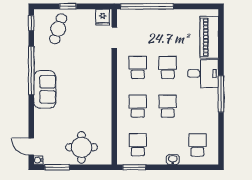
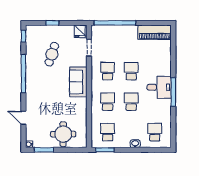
cafe table: (58, 29) -> (52, 54), moved
piano: (209, 37) -> (155, 32), moved, turned -90
desk: (203, 73) -> (159, 87), moved
sofa: (45, 89) -> (78, 82), moved, turned 180
door: (31, 147) -> (23, 118), moved

